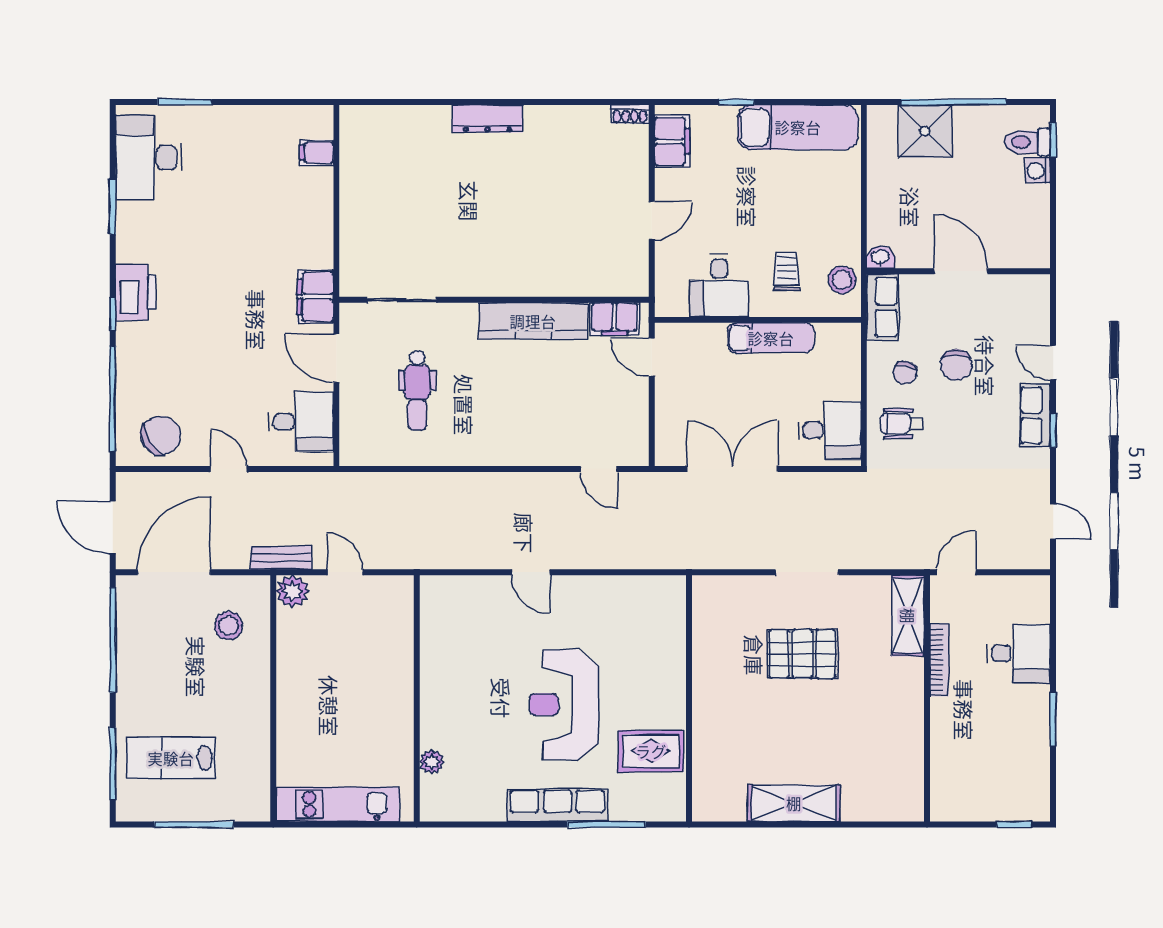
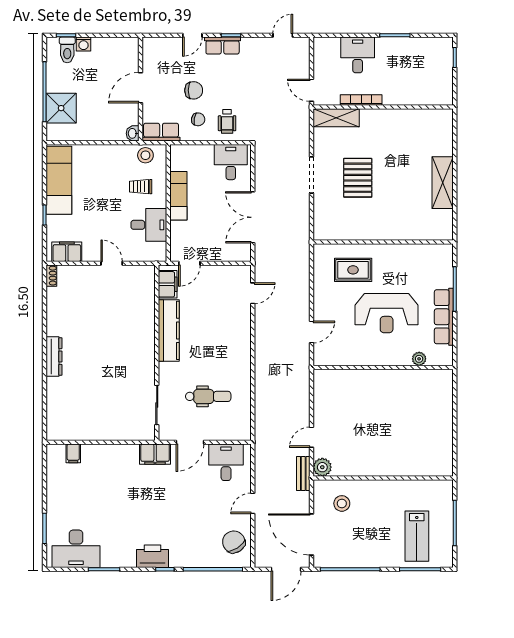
wall: (417, 698) -> (383, 367), moved
rug: (651, 751) -> (353, 270), moved, turned 90
plant: (432, 762) -> (419, 359), moved
kitchen unit: (338, 804) -> (443, 442), removed

